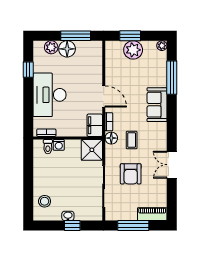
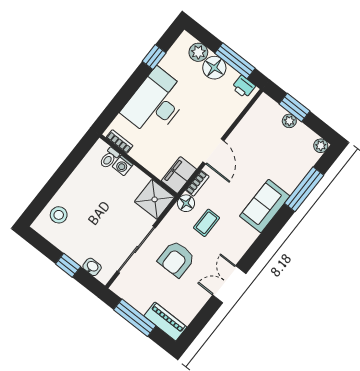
printer: (92, 47) -> (244, 87), added
plant: (133, 50) -> (289, 121), width x0.53, depth x0.53
washbasin: (68, 216) -> (92, 267), moved

